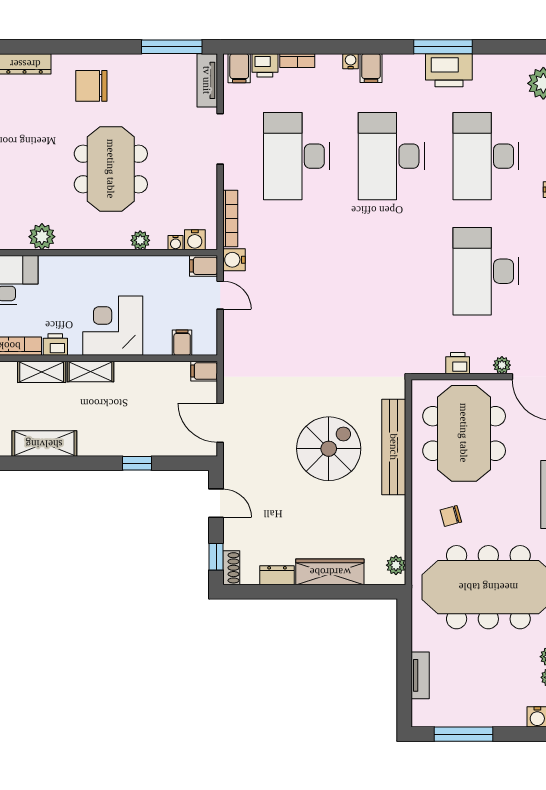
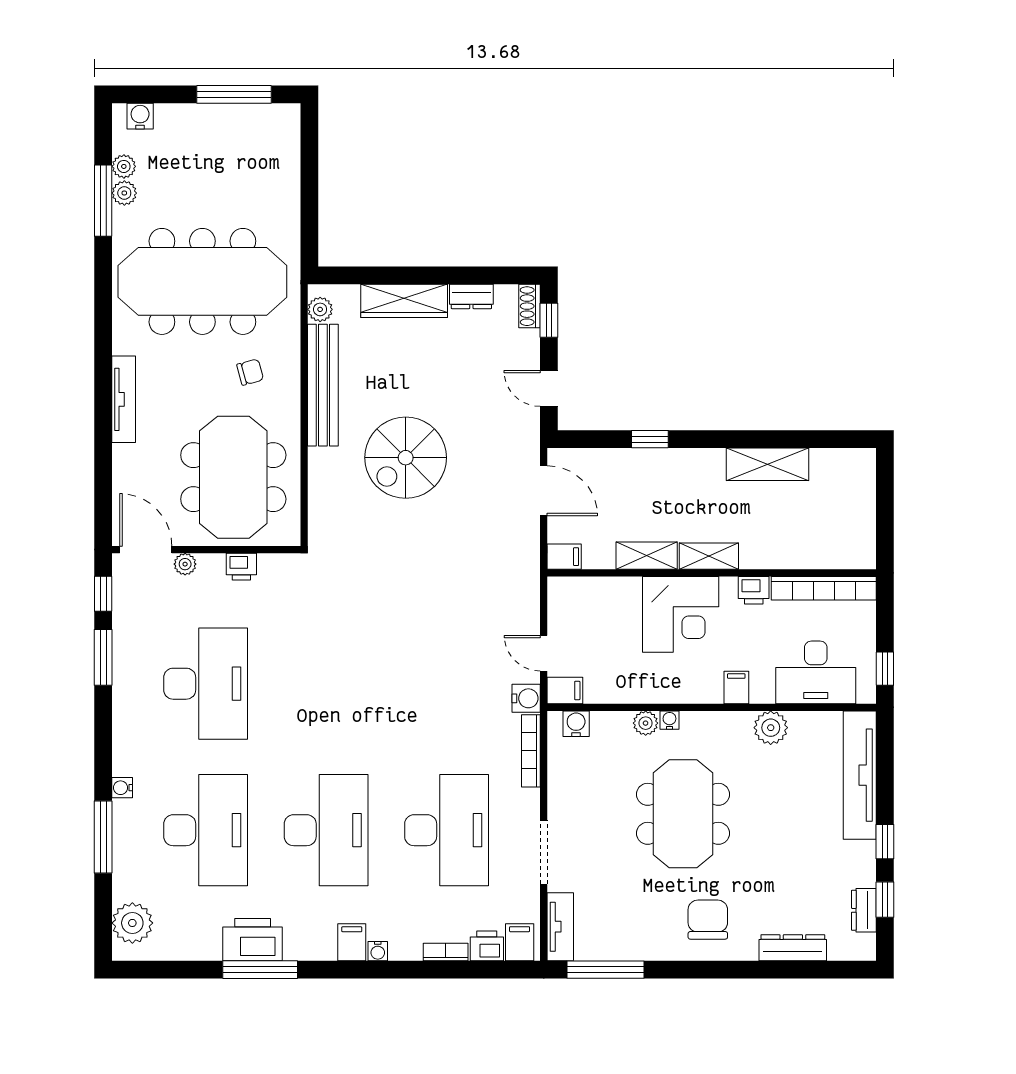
chair: (91, 86) -> (708, 920), turned -90
water cooler: (176, 243) -> (669, 720), moved
filing cabinet: (182, 343) -> (736, 687), moved, turned 180
shelving: (42, 372) -> (647, 556), moved
bench: (394, 447) -> (323, 385), moved
tv unit: (420, 675) -> (289, 169), removed

